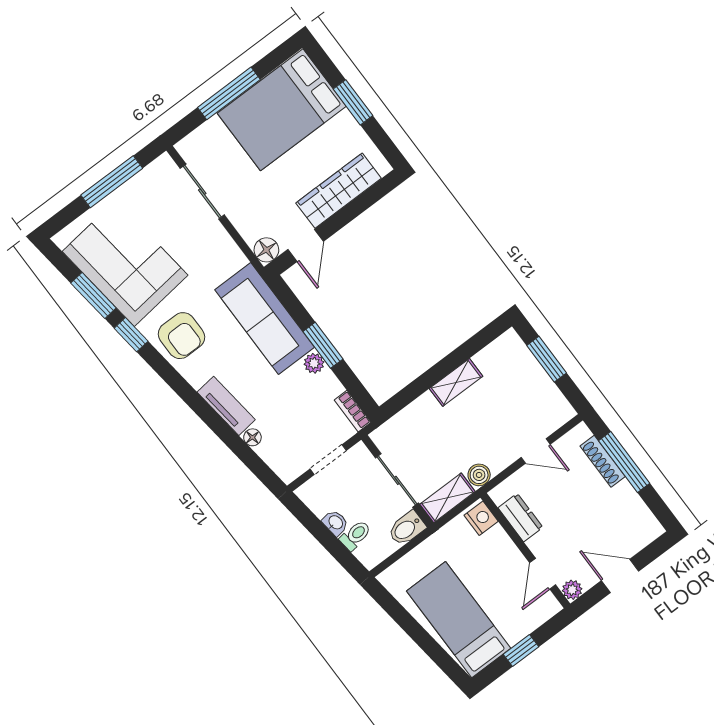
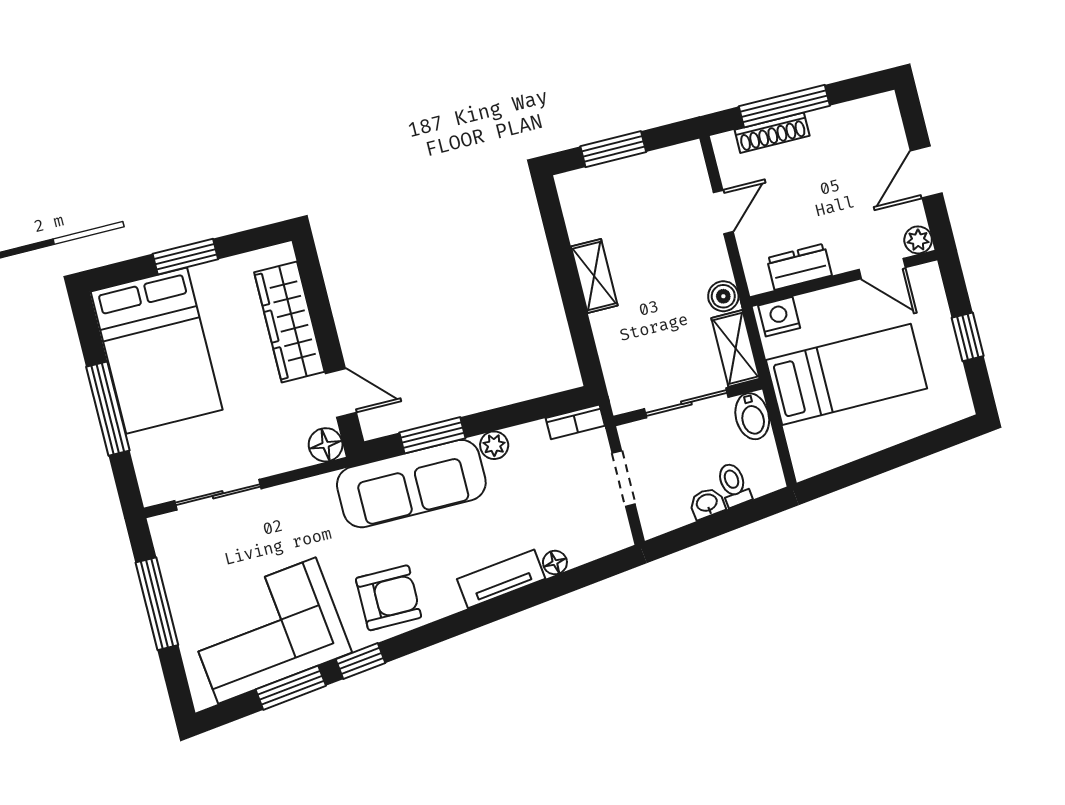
window: (323, 345) -> (432, 435), moved
bed: (459, 620) -> (847, 374), moved, turned 180

